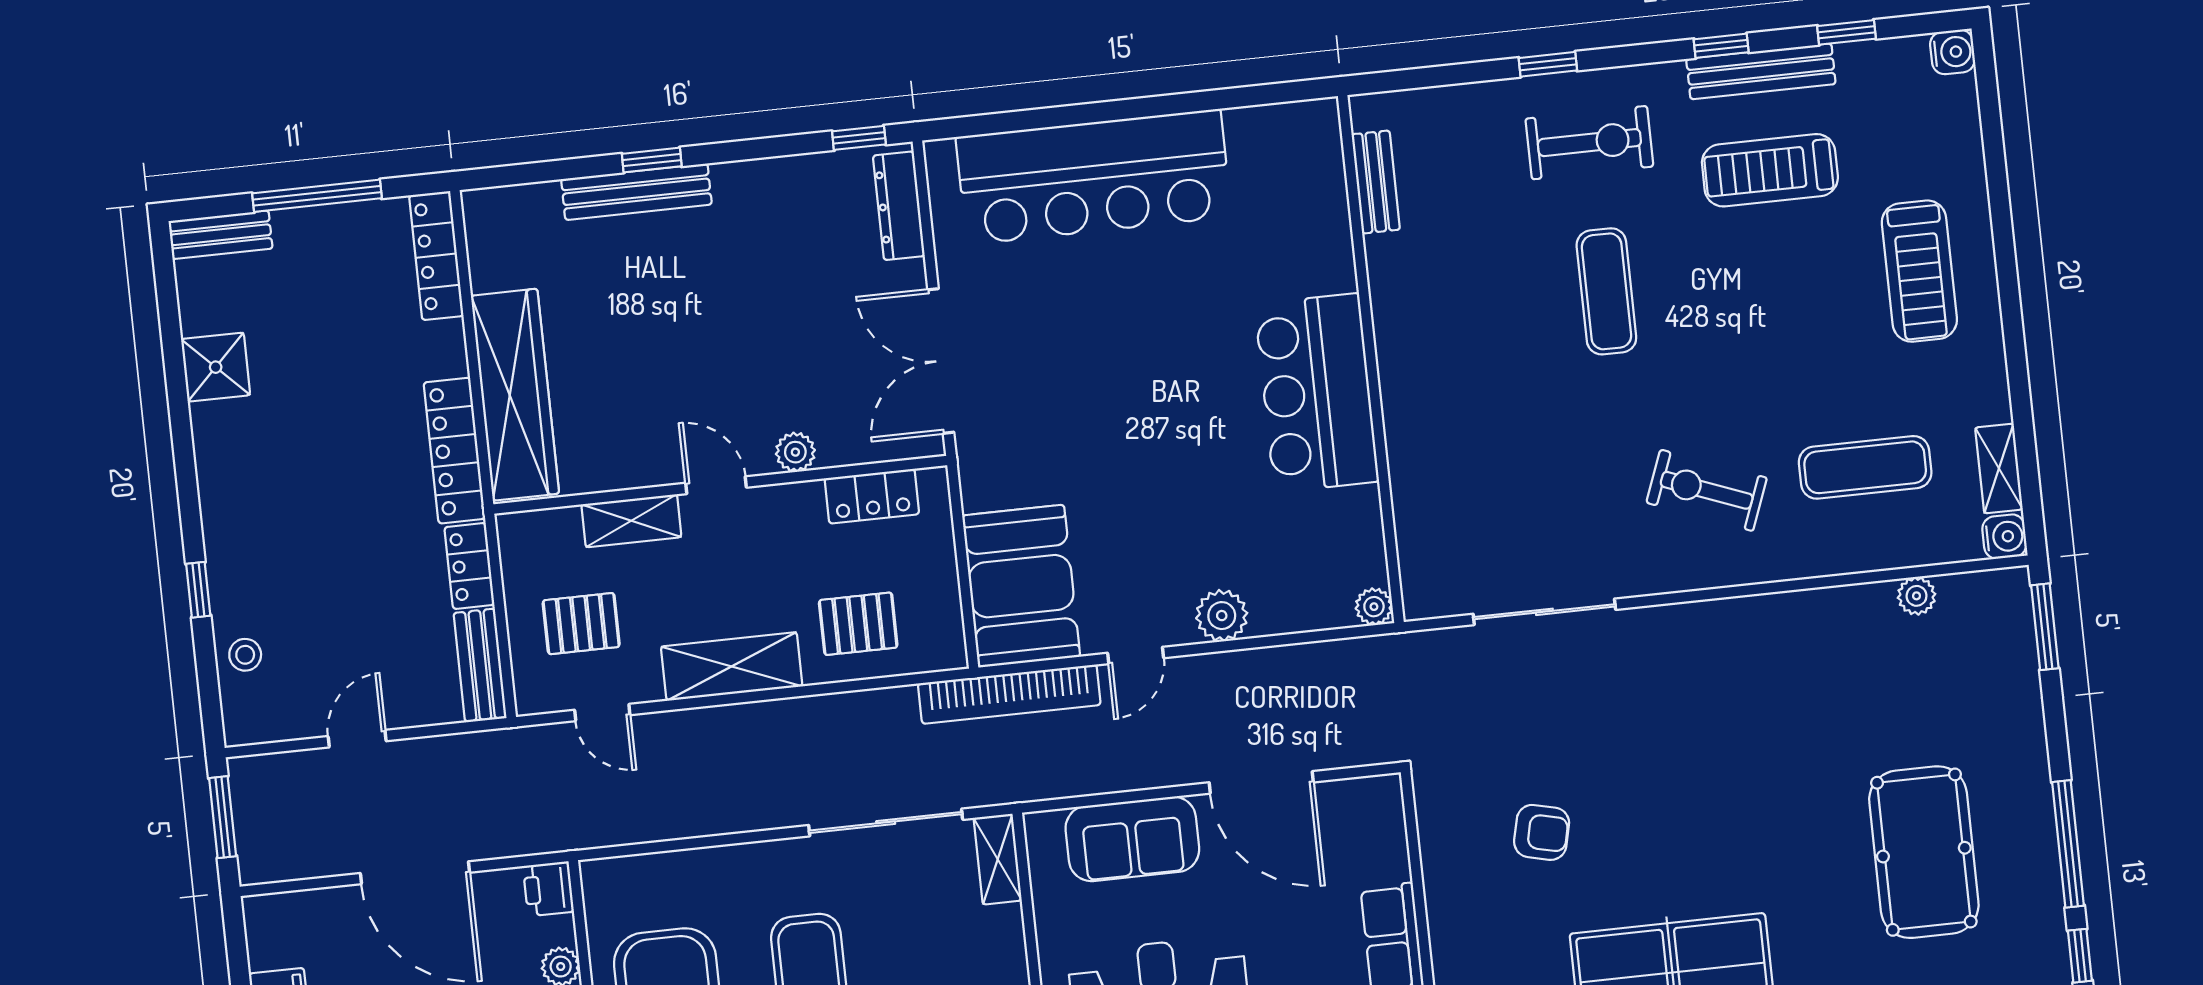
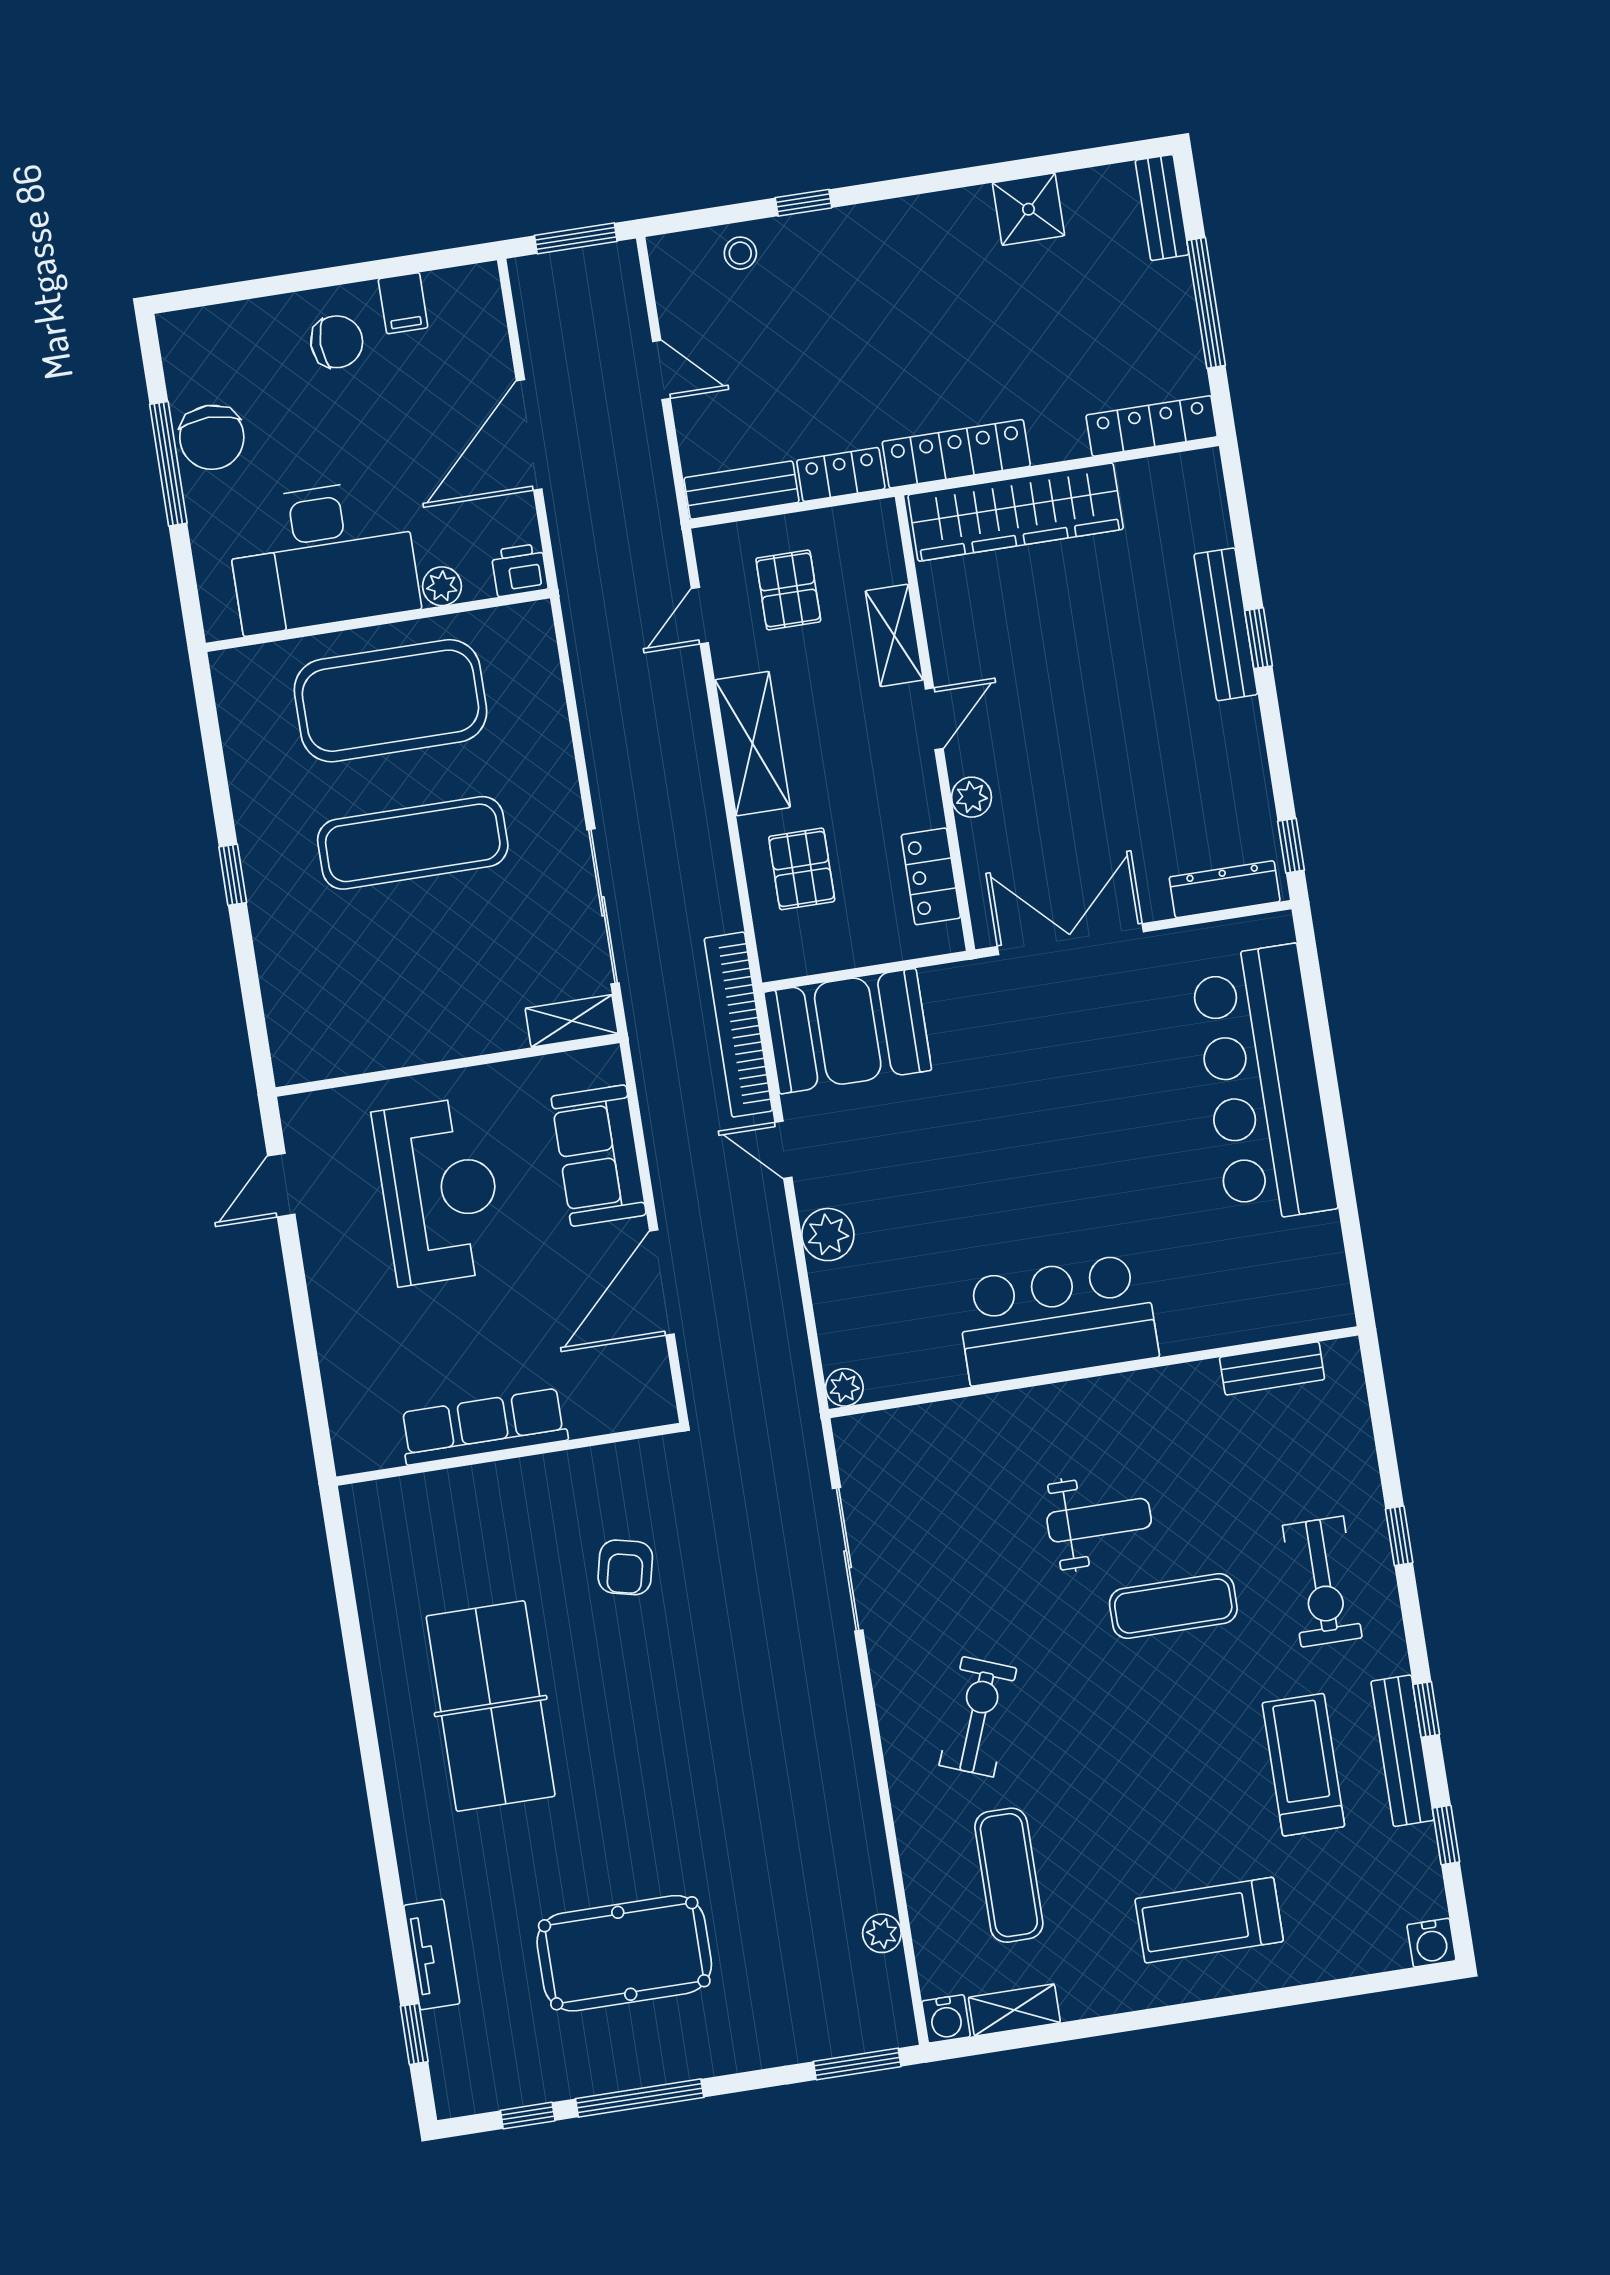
weight bench: (1518, 361) -> (1099, 1520), added

